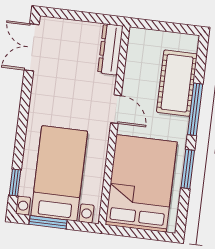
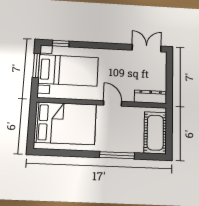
cot: (177, 83) -> (155, 133), moved, turned 90
door: (116, 109) -> (113, 103), swing flipped
window: (188, 169) -> (77, 154), removed

